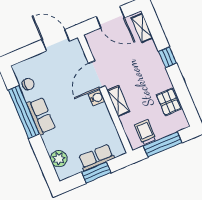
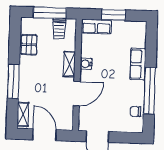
window: (167, 57) -> (13, 81), width x2.17
water cooler: (97, 98) -> (86, 64), moved
row of seats: (41, 116) -> (138, 64), moved
row of seats: (96, 157) -> (96, 27), moved
plant: (59, 159) -> (139, 40), removed

